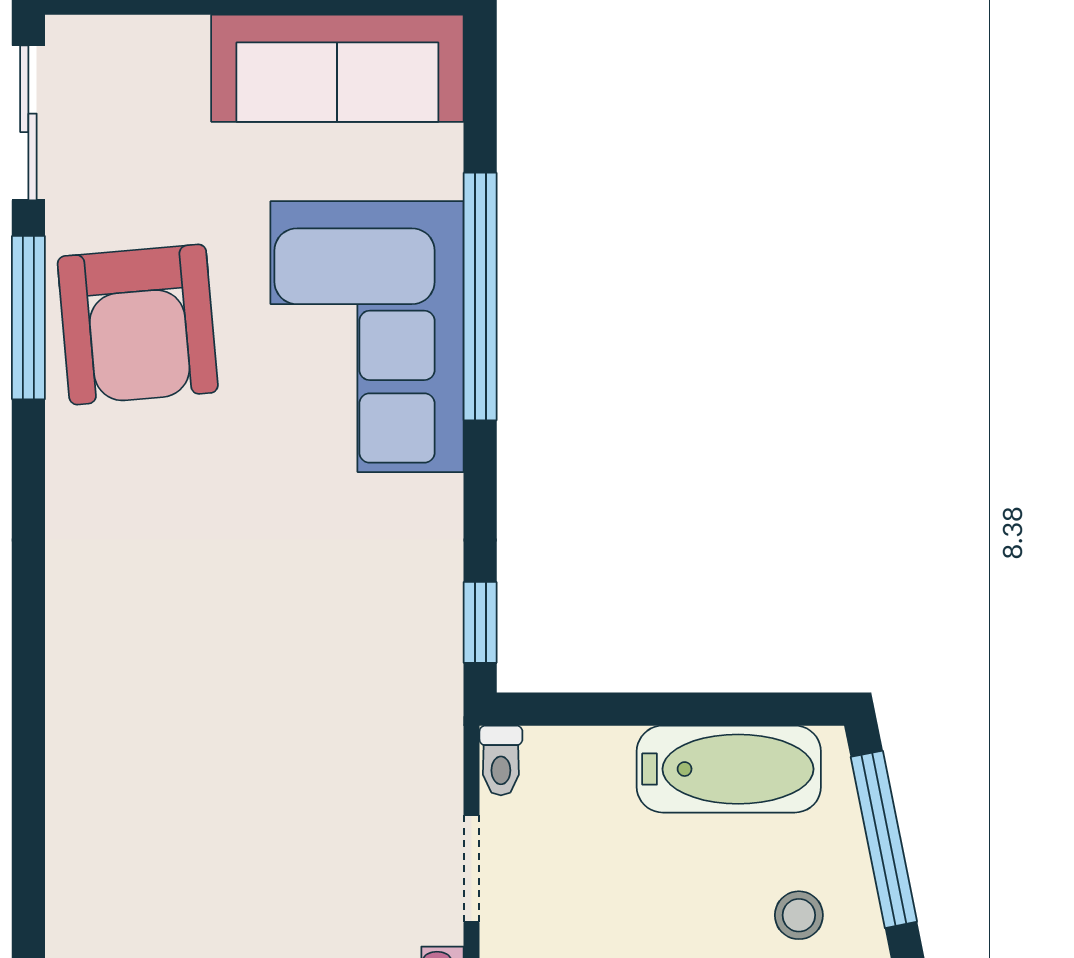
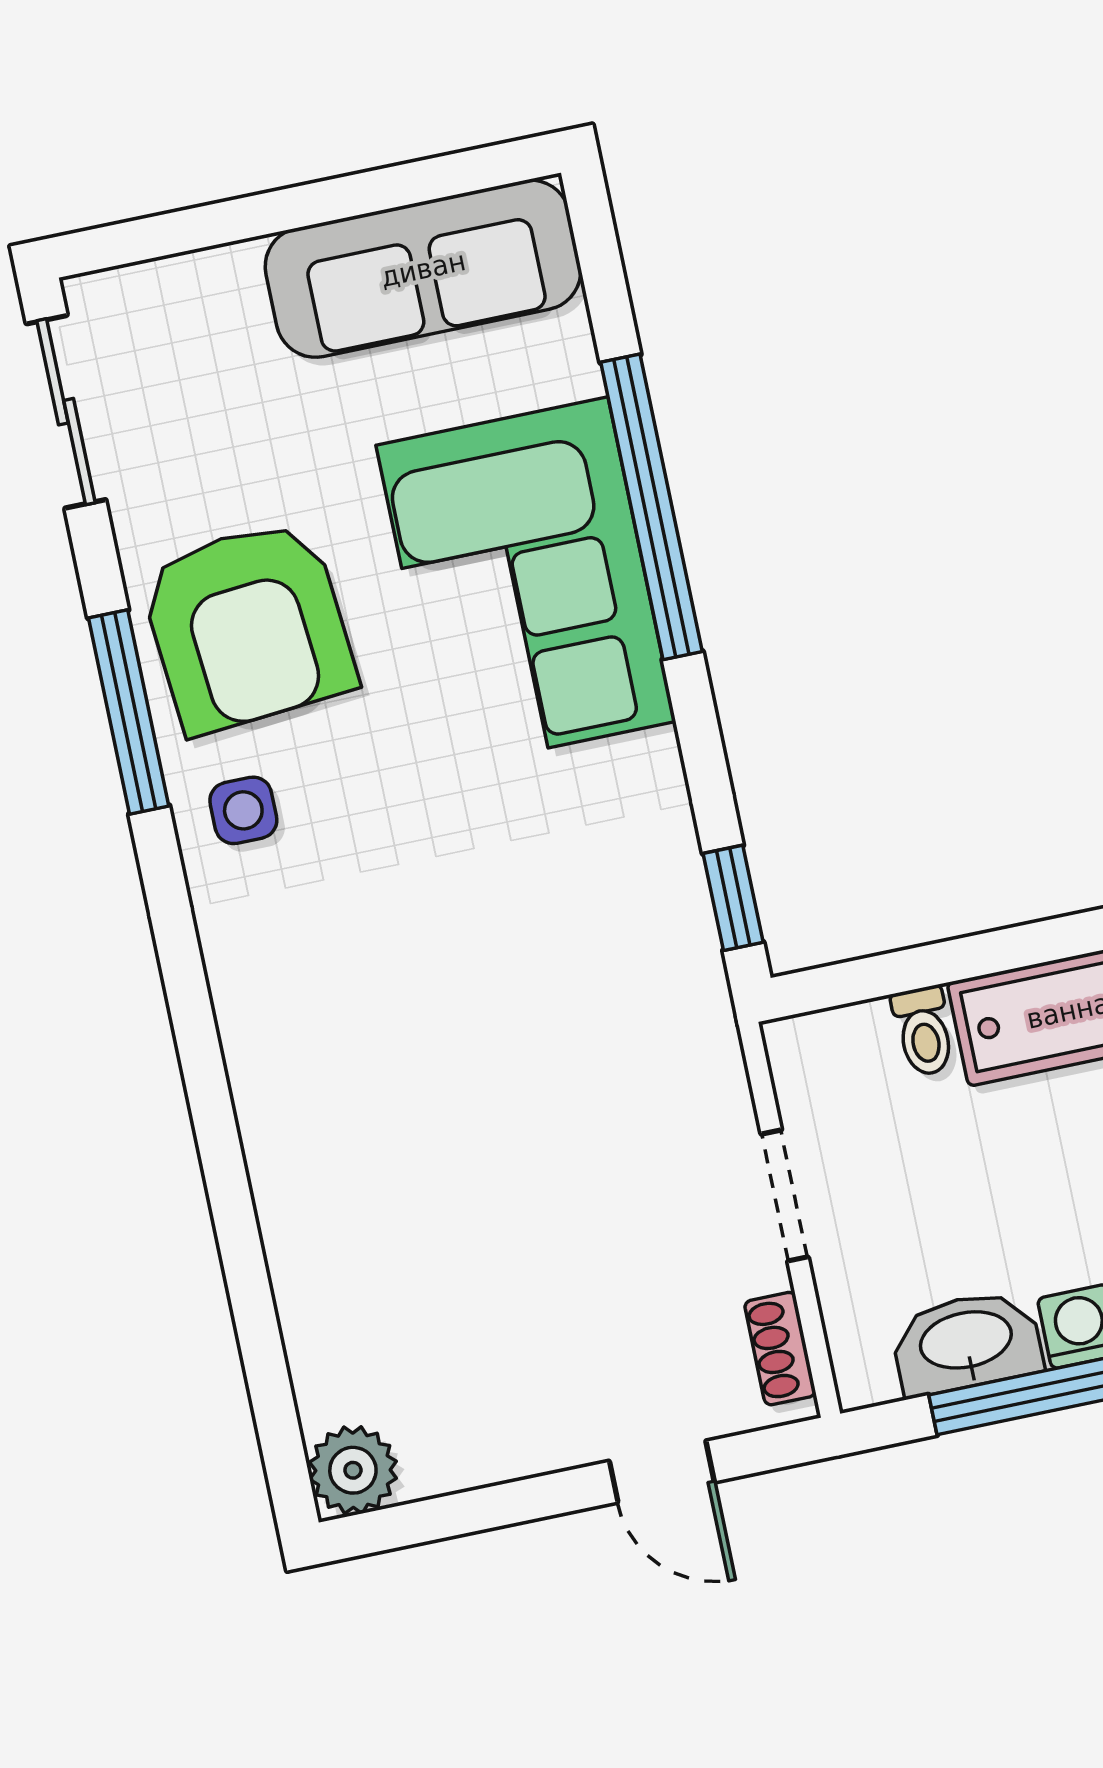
window: (28, 318) -> (129, 712), moved
side table: (104, 471) -> (243, 810), added
toilet: (501, 761) -> (924, 1031), moved

